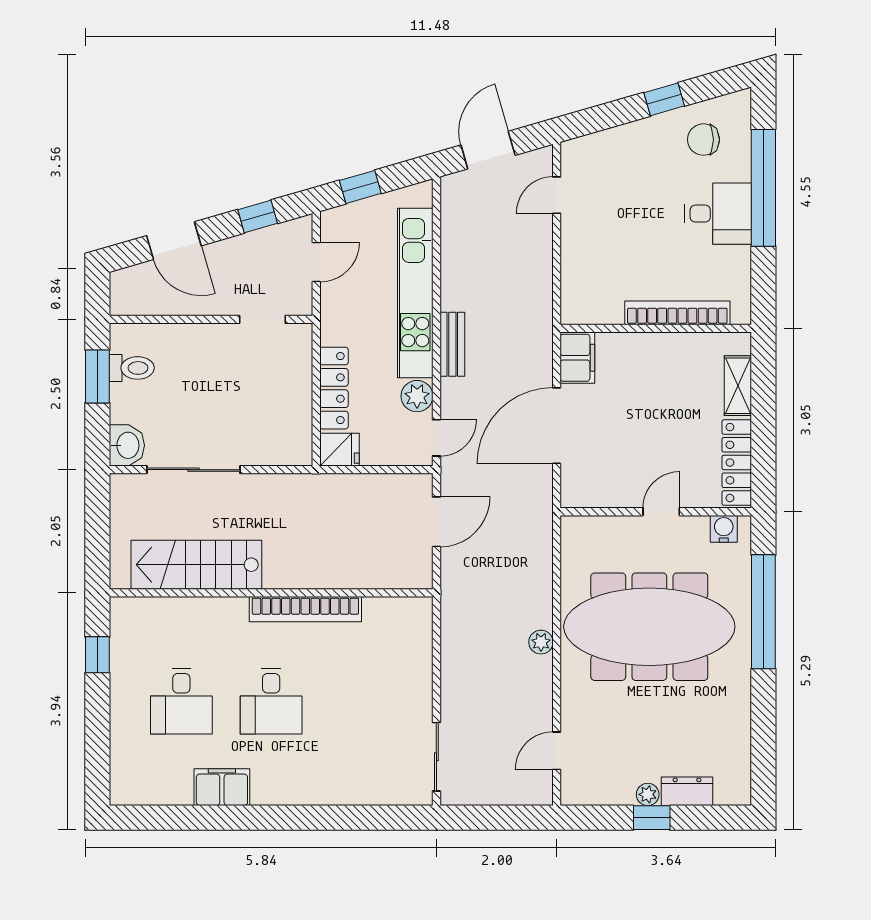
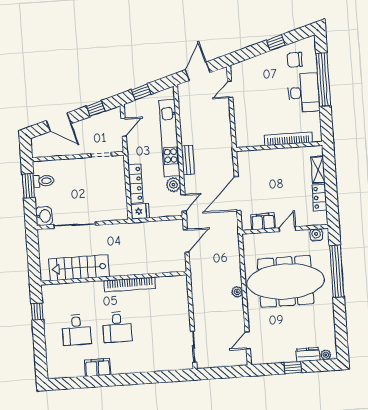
desk: (718, 214) -> (304, 93), width x1.37
filing cabinet: (577, 358) -> (263, 221), moved, turned -90
locker: (737, 463) -> (319, 198), width x0.66
plant: (648, 794) -> (326, 355), moved

